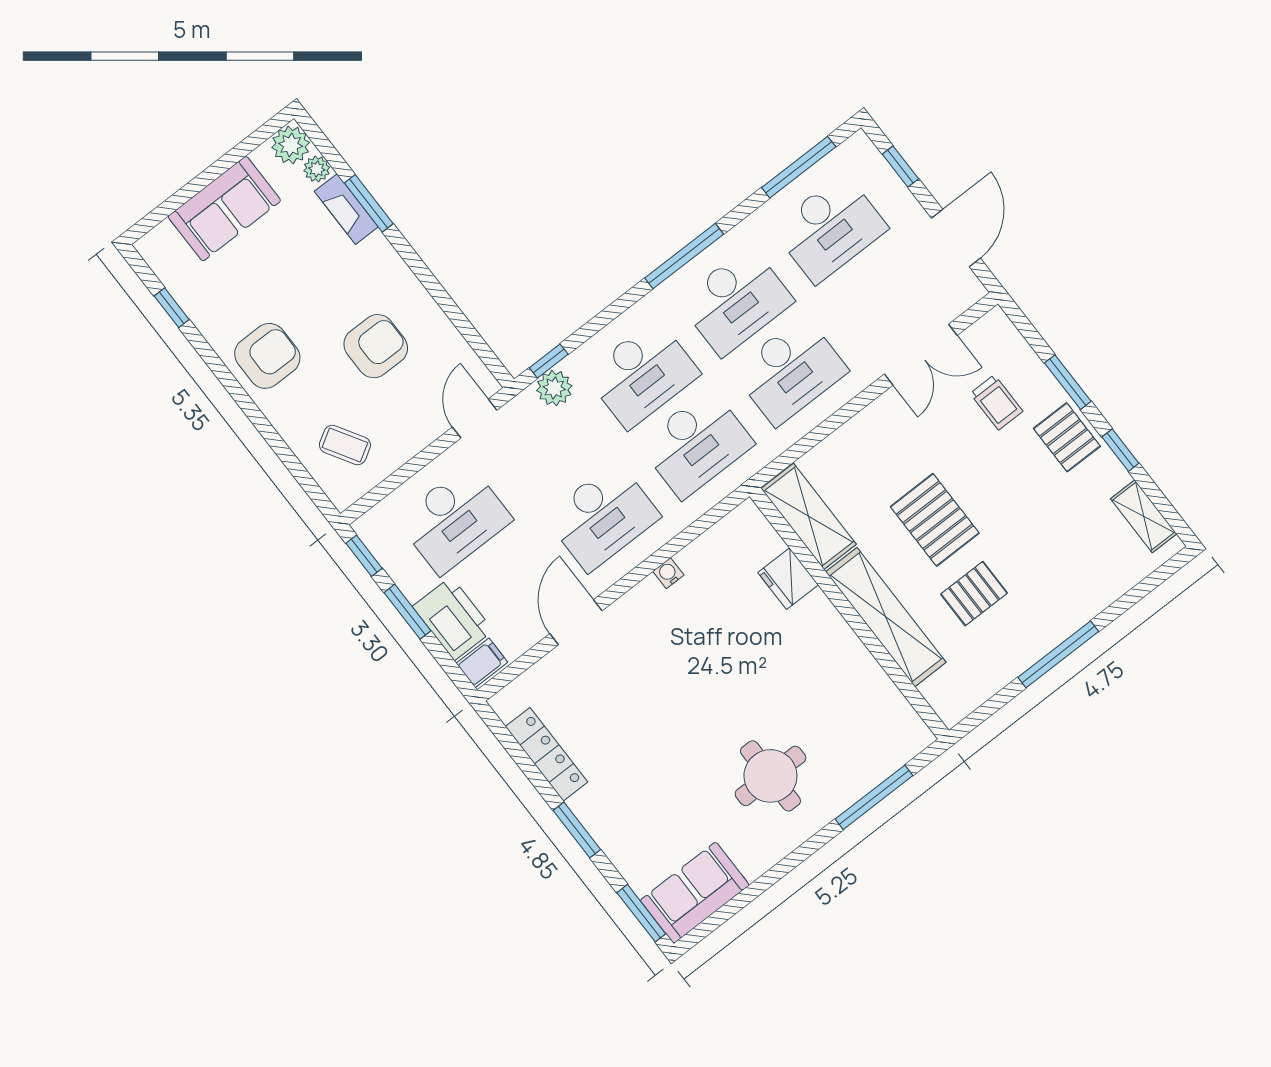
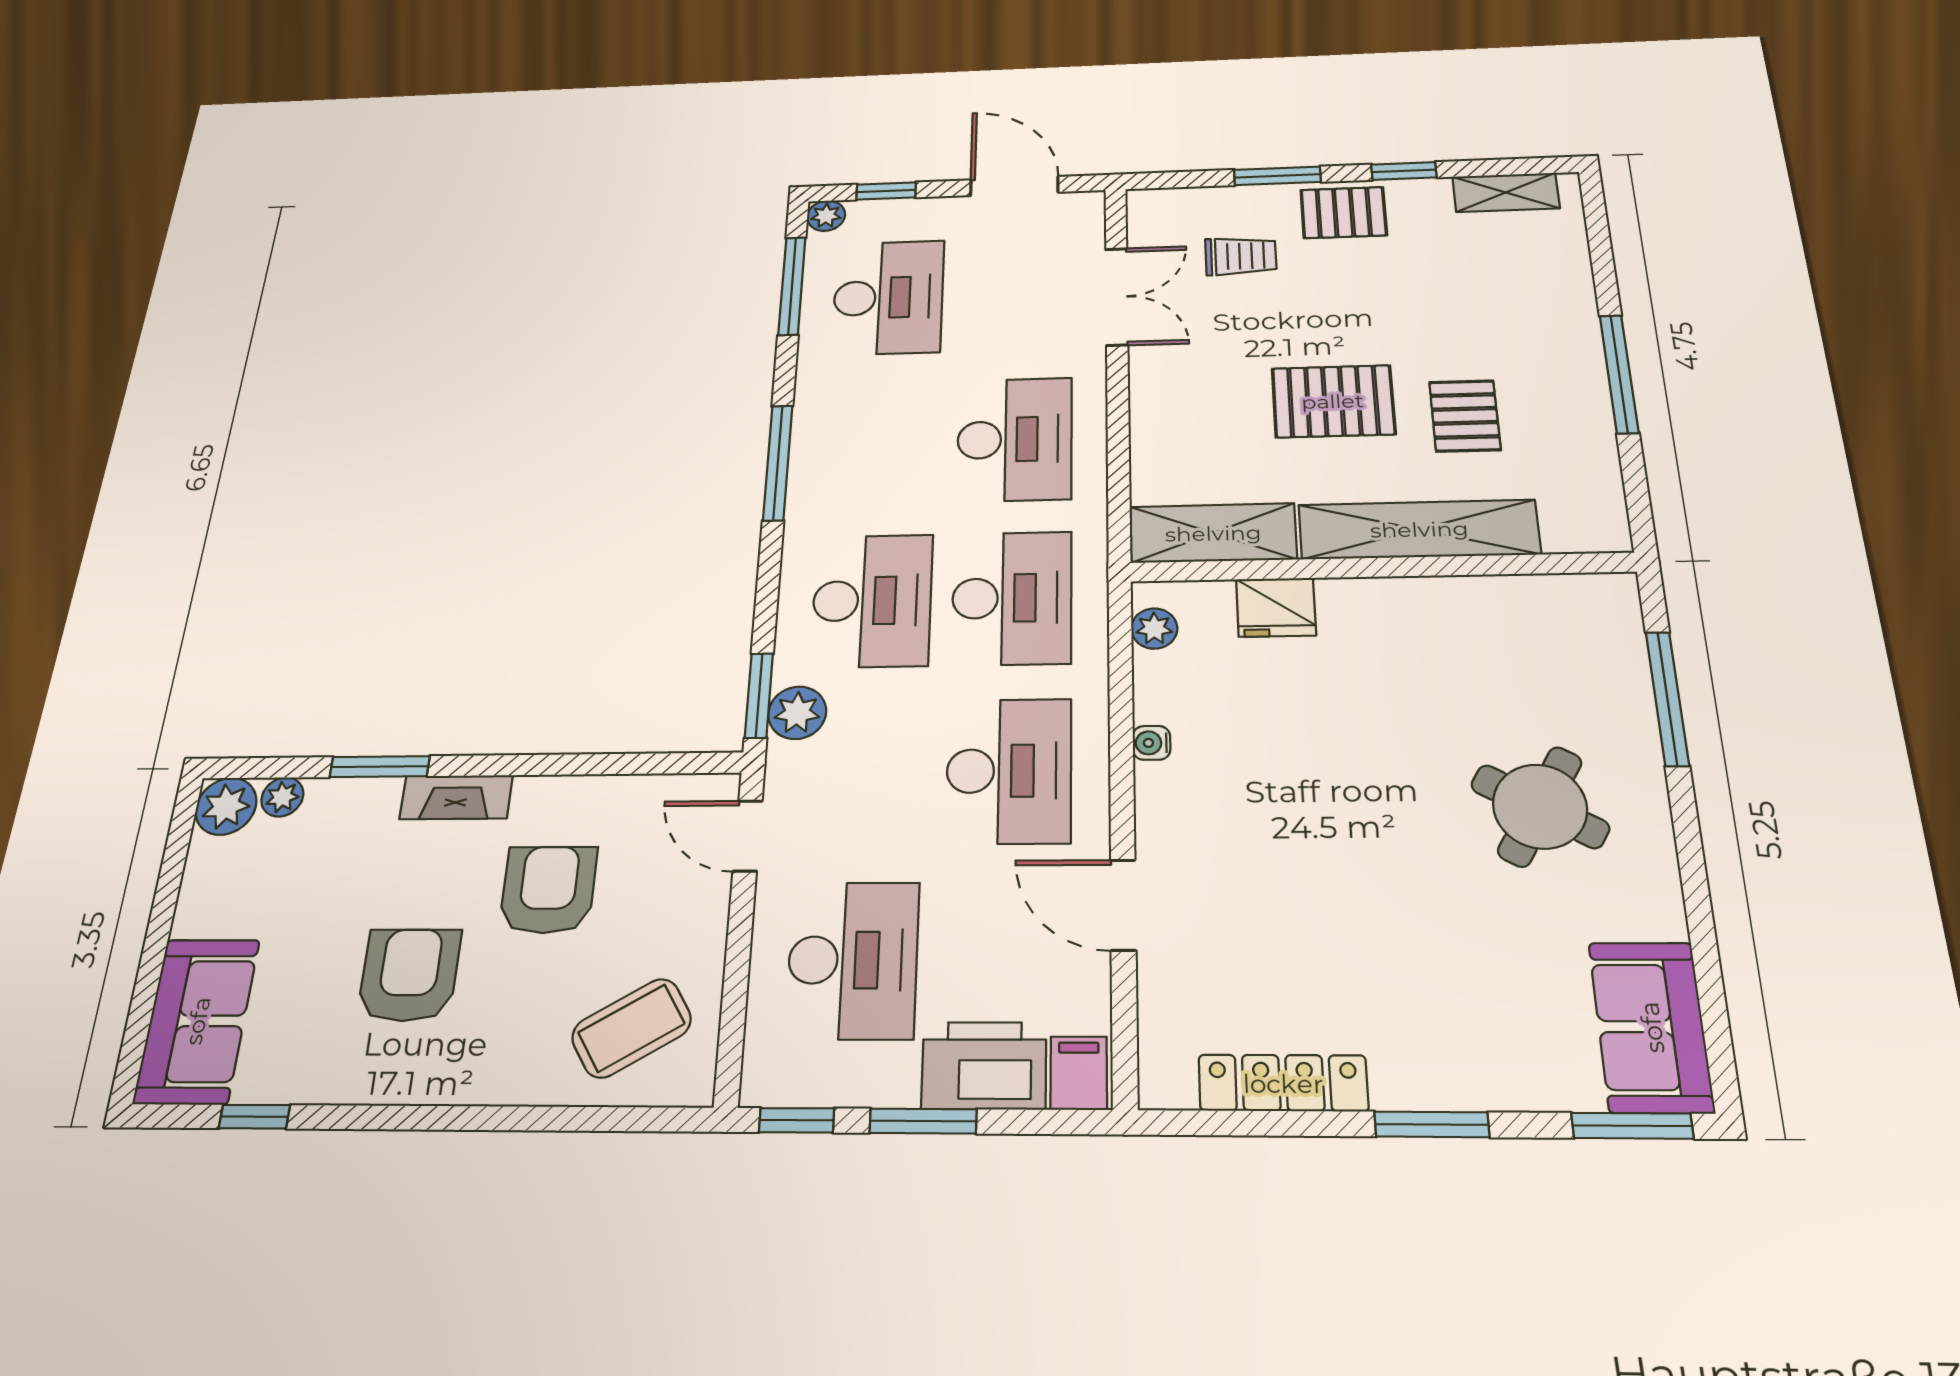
plant: (859, 146) -> (826, 216), added
sofa: (224, 209) -> (197, 1021), moved
fireplace: (346, 209) -> (456, 797), moved
desk: (736, 301) -> (880, 443), removed
armchair: (267, 356) -> (409, 975), moved
window: (549, 361) -> (759, 695), width x1.50
coffee table: (345, 445) -> (632, 1028), width x1.36, depth x1.30
plant: (732, 528) -> (1154, 629), added
round table: (770, 776) -> (1540, 807), turned 30

